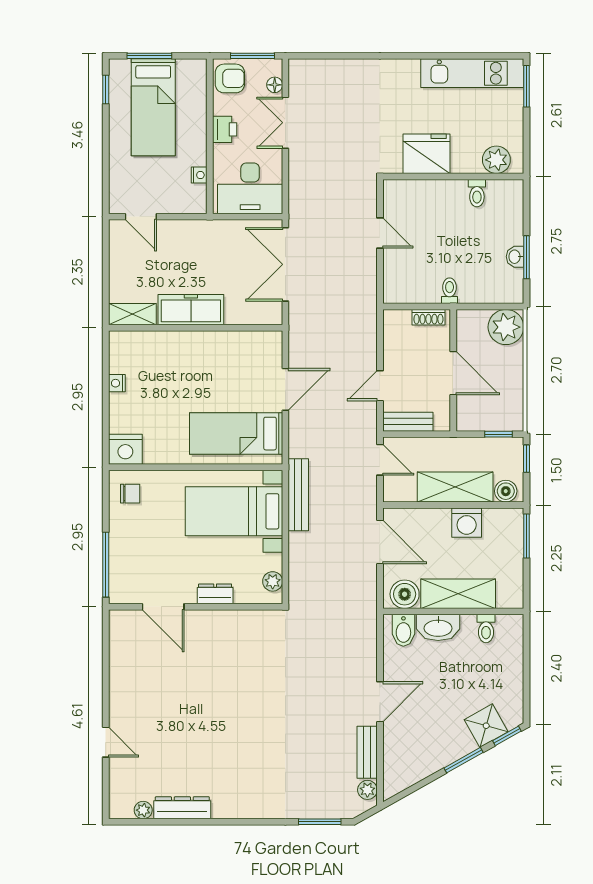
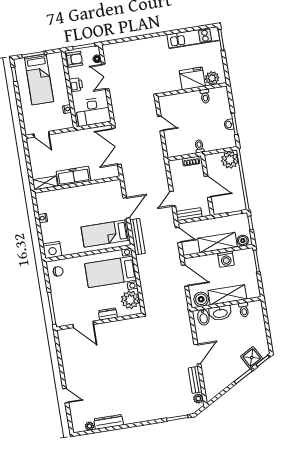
fridge: (427, 154) -> (192, 78), moved
bench: (298, 495) -> (137, 237), moved
plant: (273, 581) -> (130, 300), width x1.88, depth x1.88

